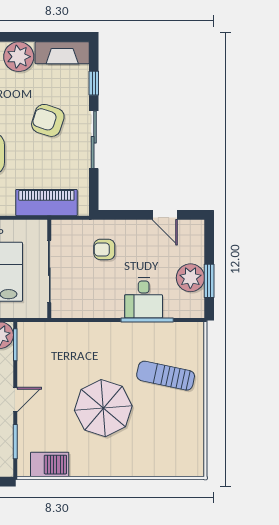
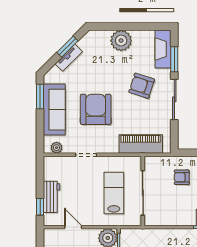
fireplace: (62, 53) -> (163, 49), moved, turned 90
window: (94, 83) -> (174, 59), width x1.50

